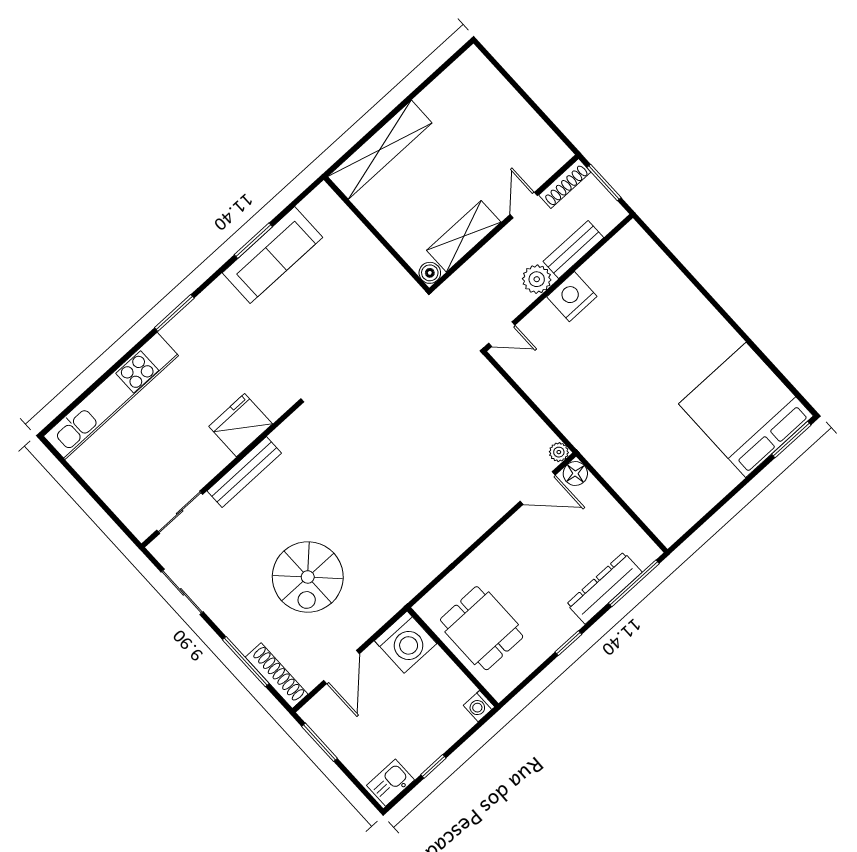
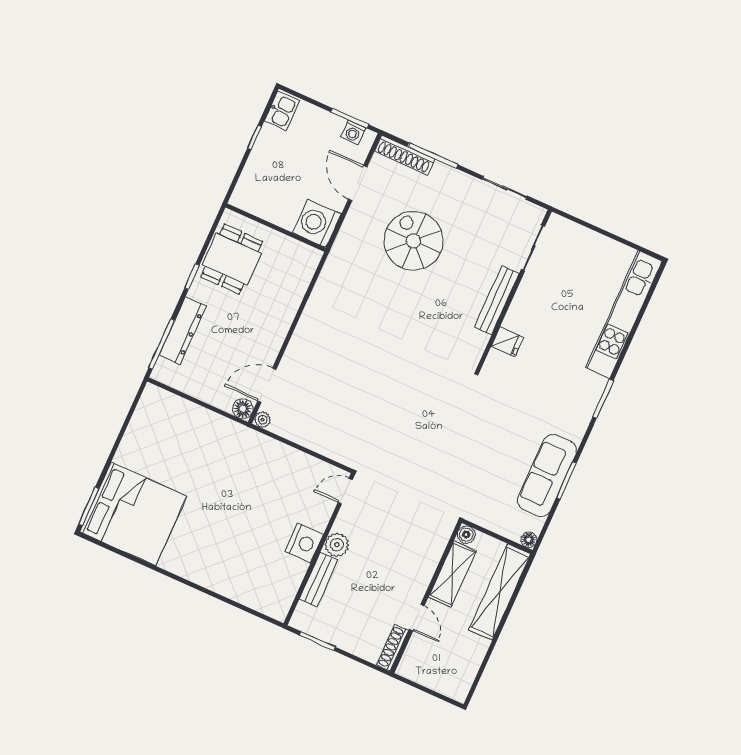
shoe rack: (565, 184) -> (392, 648), moved
floor lamp: (323, 193) -> (529, 540), added
door: (524, 205) -> (417, 618), moved
wall: (504, 223) -> (426, 597), moved
shelving: (464, 236) -> (452, 574), moved
boiler: (430, 273) -> (466, 535), moved
fridge: (241, 425) -> (507, 342), width x0.53, depth x0.75
dining table: (482, 628) -> (232, 259), moved, turned 90
washing machine: (479, 706) -> (353, 132), moved, turned 180

